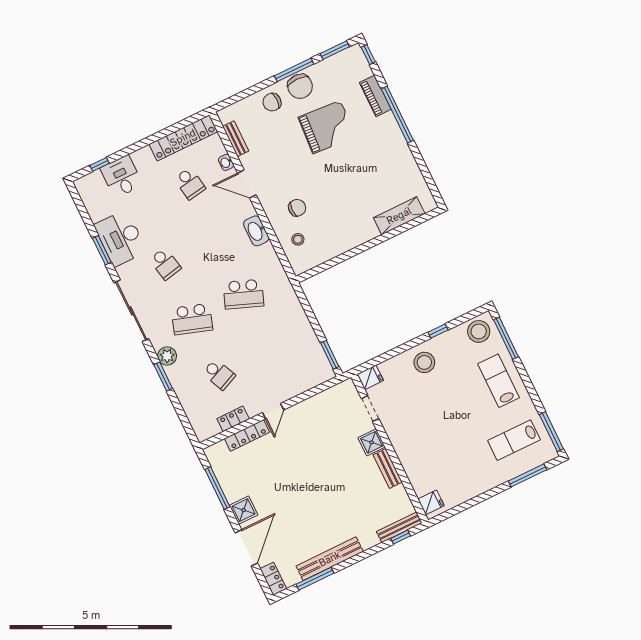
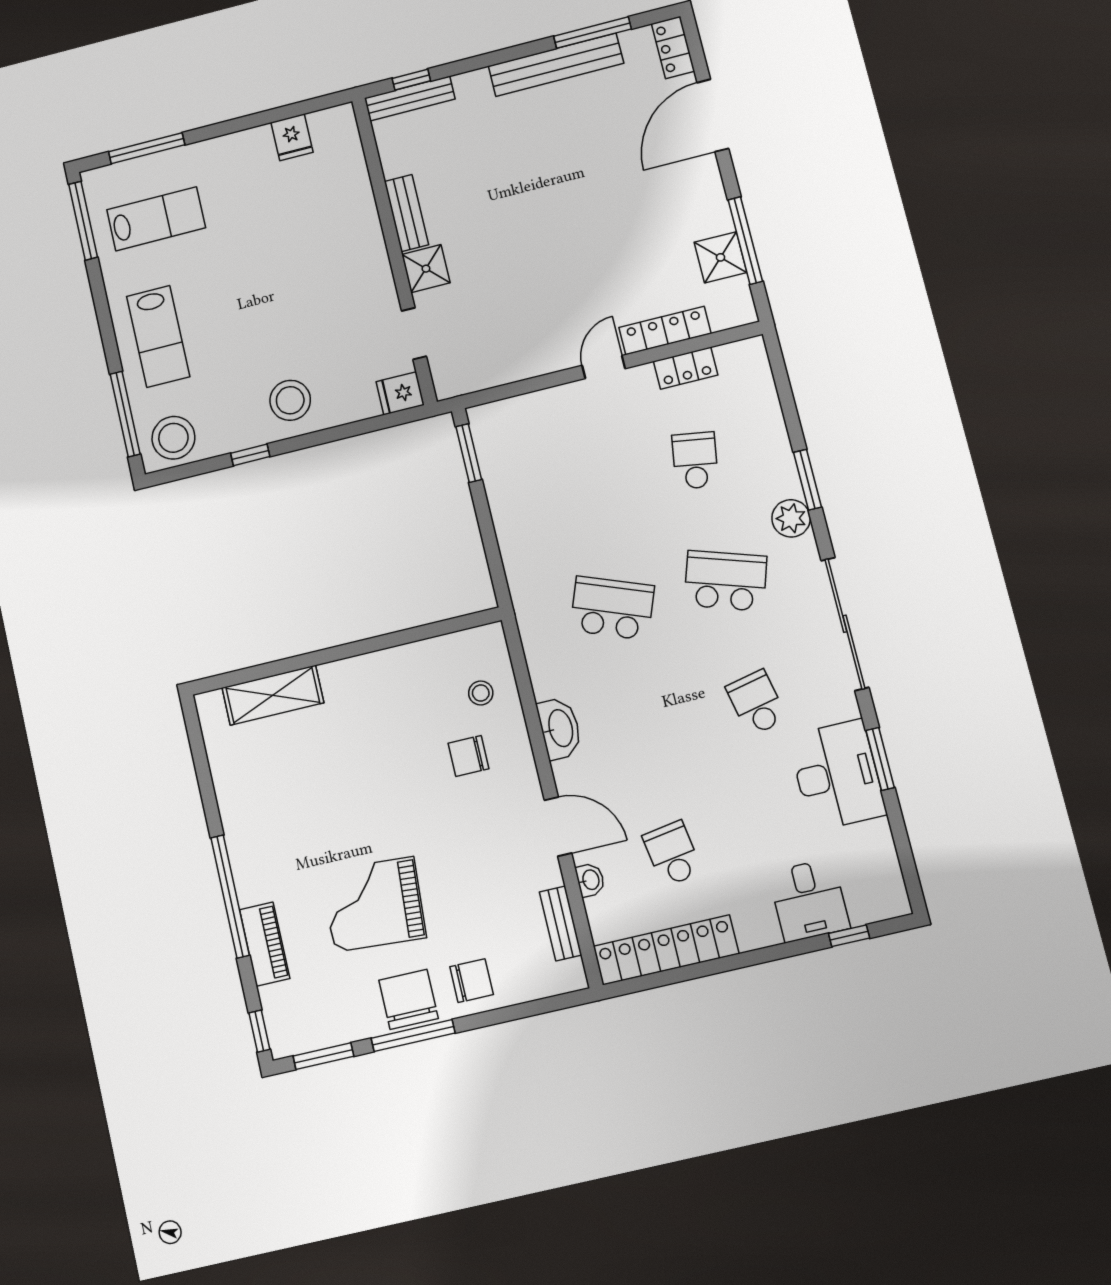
school desk: (219, 374) -> (695, 461), turned 33
fridge: (431, 502) -> (292, 137), moved, turned -90
shower: (244, 510) -> (721, 257), moved

